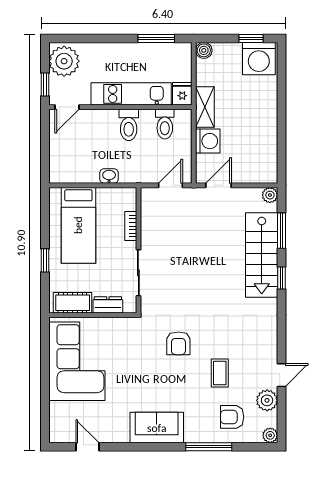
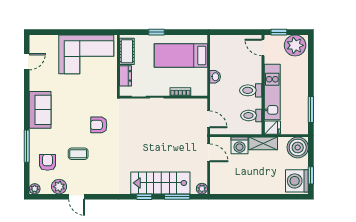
boiler: (204, 50) -> (298, 147), width x1.86, depth x1.86

